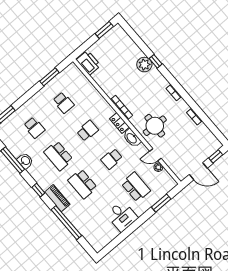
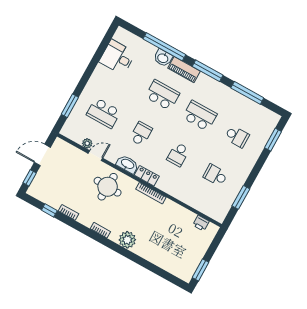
window: (156, 61) -> (49, 210), moved
printer: (88, 63) -> (201, 223), width x0.53, depth x0.68
plant: (144, 65) -> (127, 240), moved
school desk: (34, 128) -> (237, 137), turned 180
washbasin: (25, 161) -> (163, 58), moved
window: (38, 190) -> (208, 71), width x2.17
desk: (122, 216) -> (117, 57), moved

